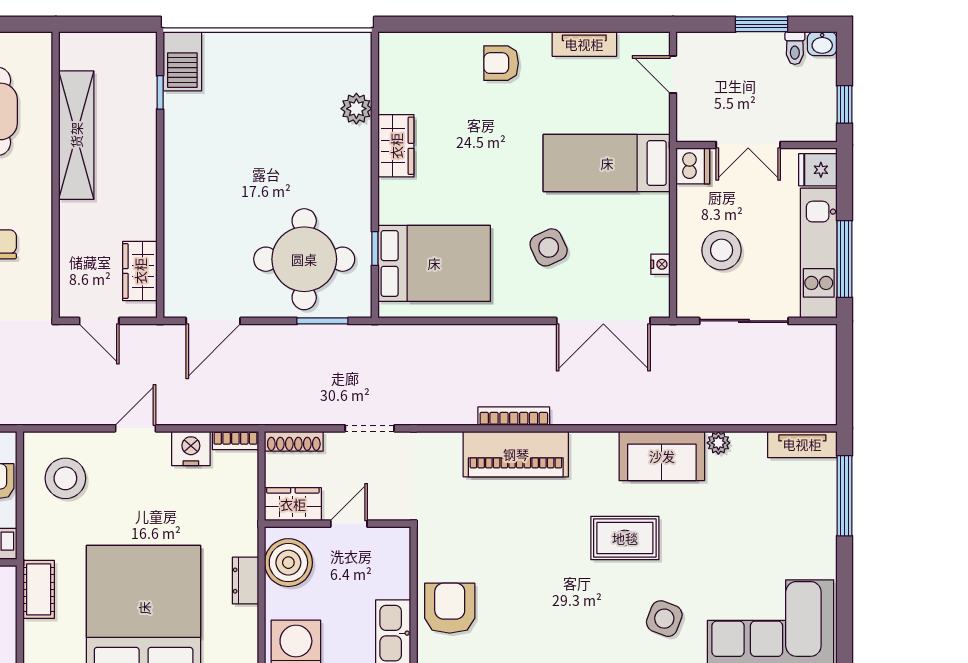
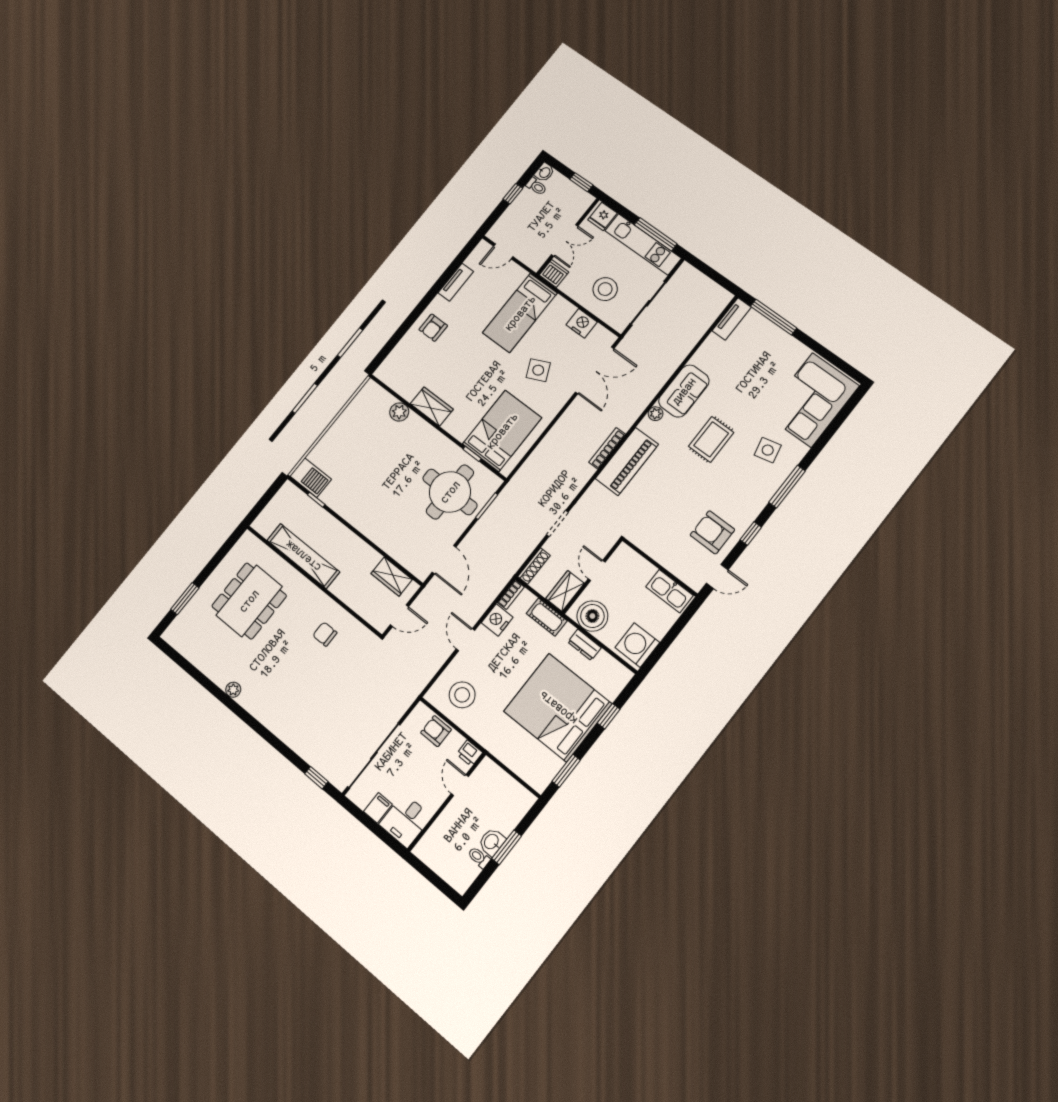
window: (762, 24) -> (513, 194), width x0.67
nightstand: (660, 264) -> (582, 323), width x1.89, depth x1.79
plant: (718, 443) -> (656, 414), moved
cot: (39, 589) -> (547, 617), moved
armchair: (450, 608) -> (712, 532), moved
side table: (664, 619) -> (768, 450), turned -34

